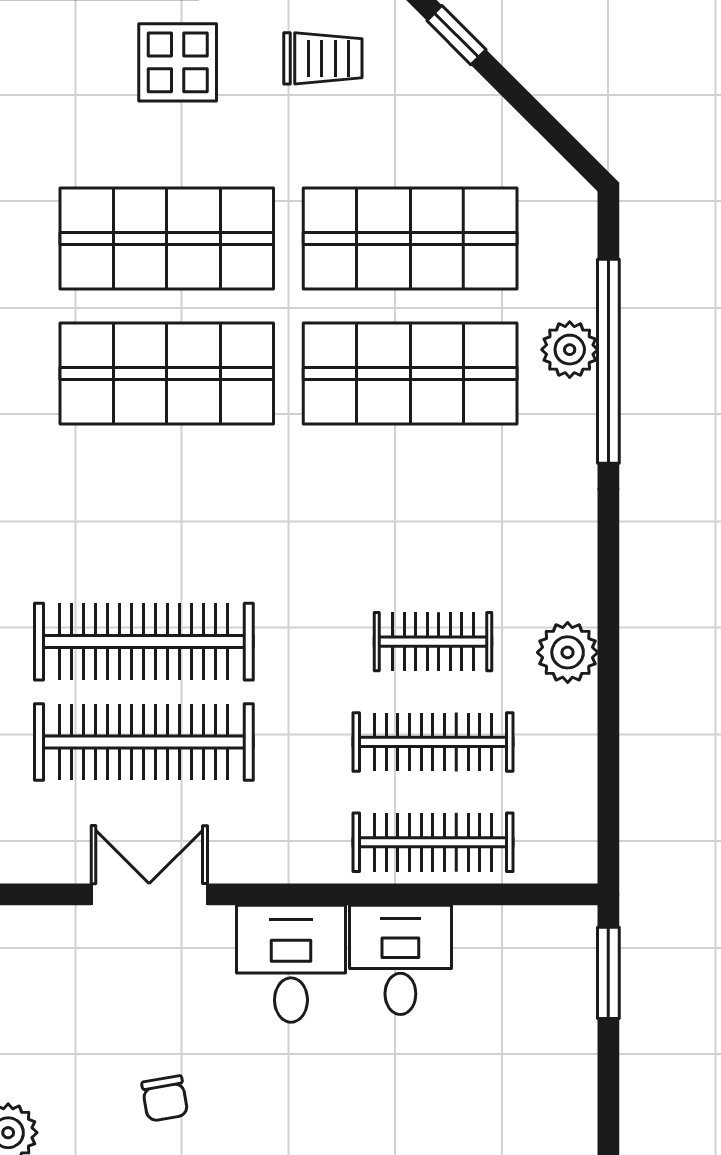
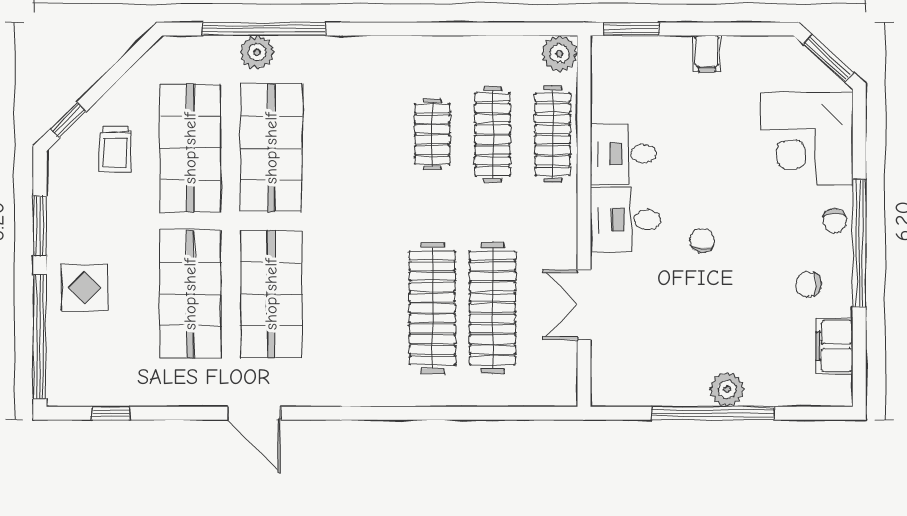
trolley: (323, 58) -> (115, 149), moved, turned 180
plant: (568, 652) -> (560, 54), moved
chair: (165, 1098) -> (702, 240), moved, turned -78
filing cabinet: (567, 1099) -> (707, 54), added

